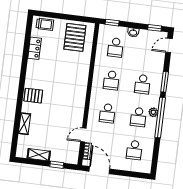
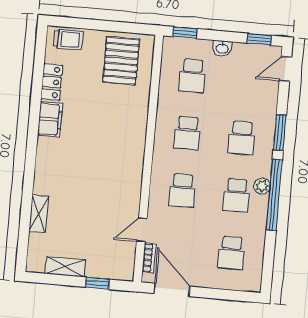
filing cabinet: (33, 70) -> (50, 119), added
pallet: (33, 96) -> (52, 164), removed

